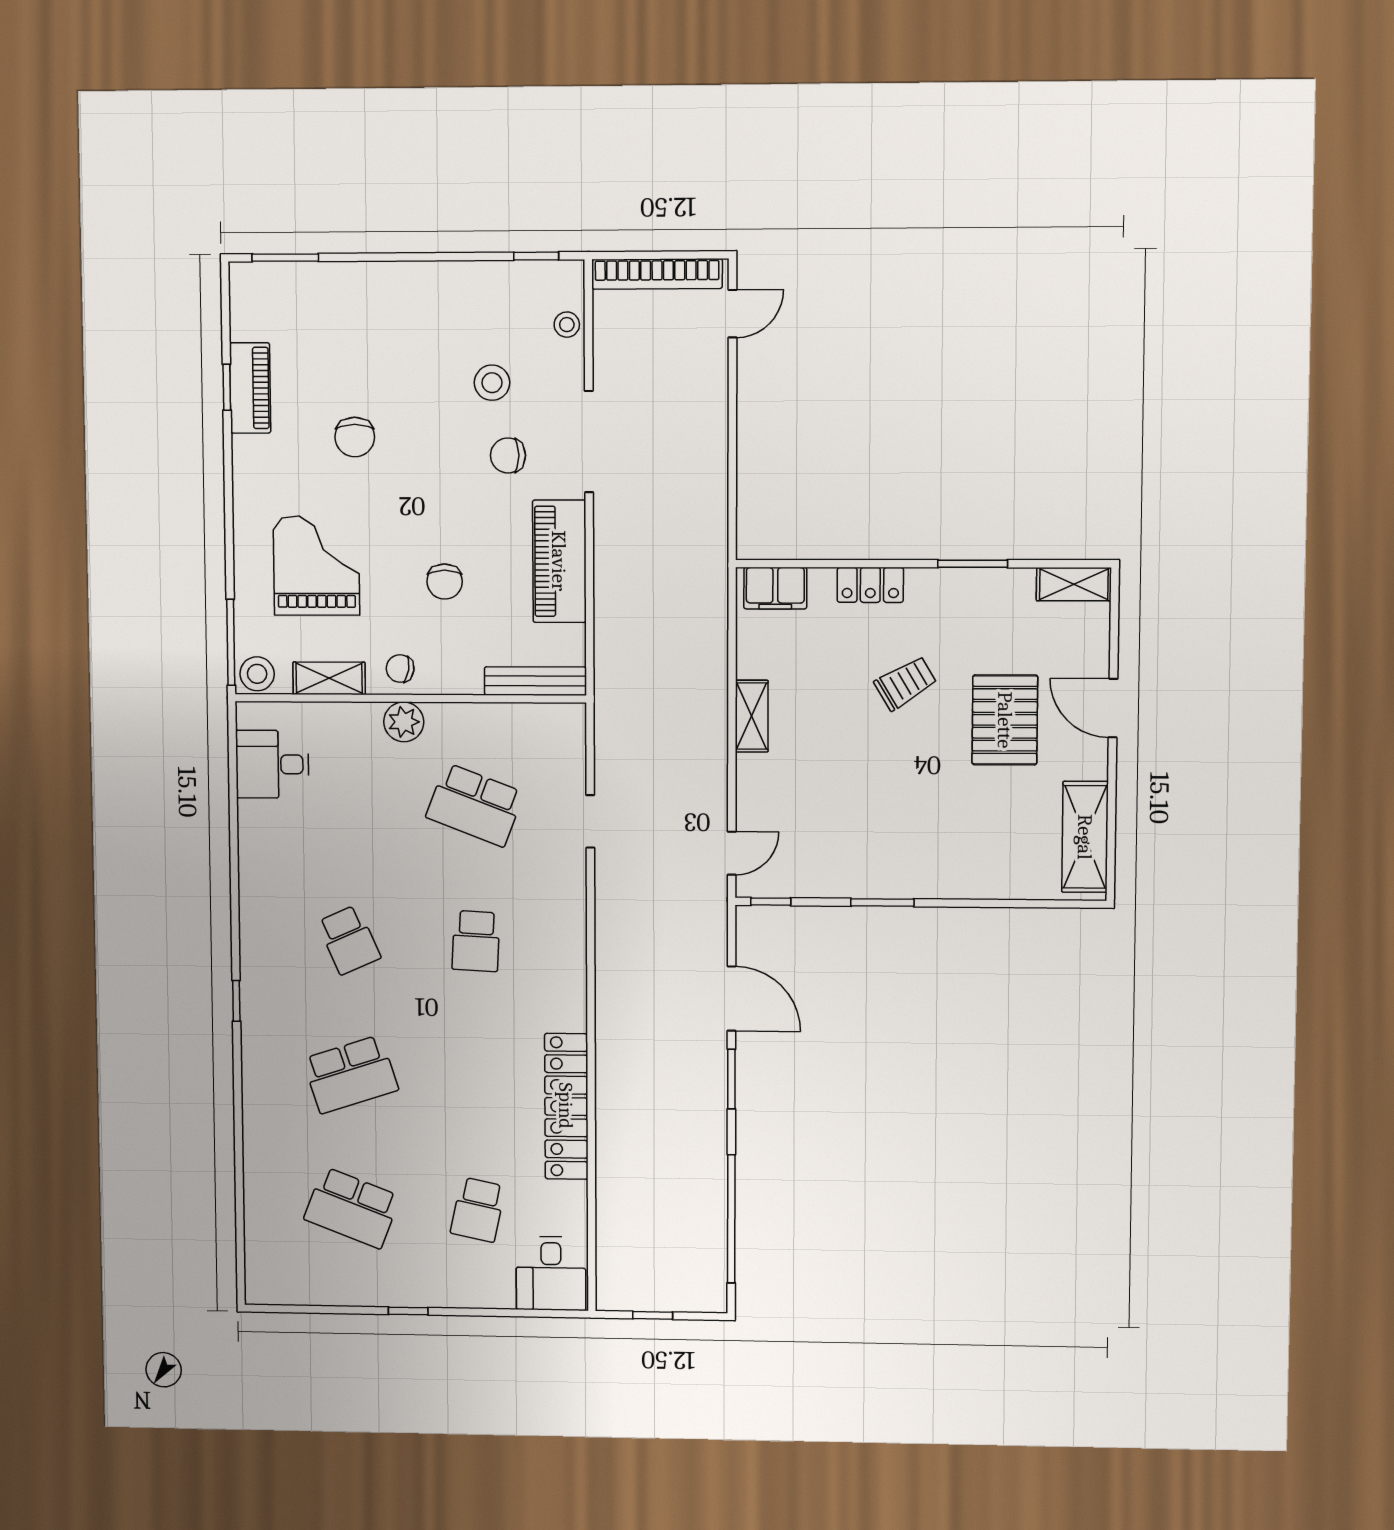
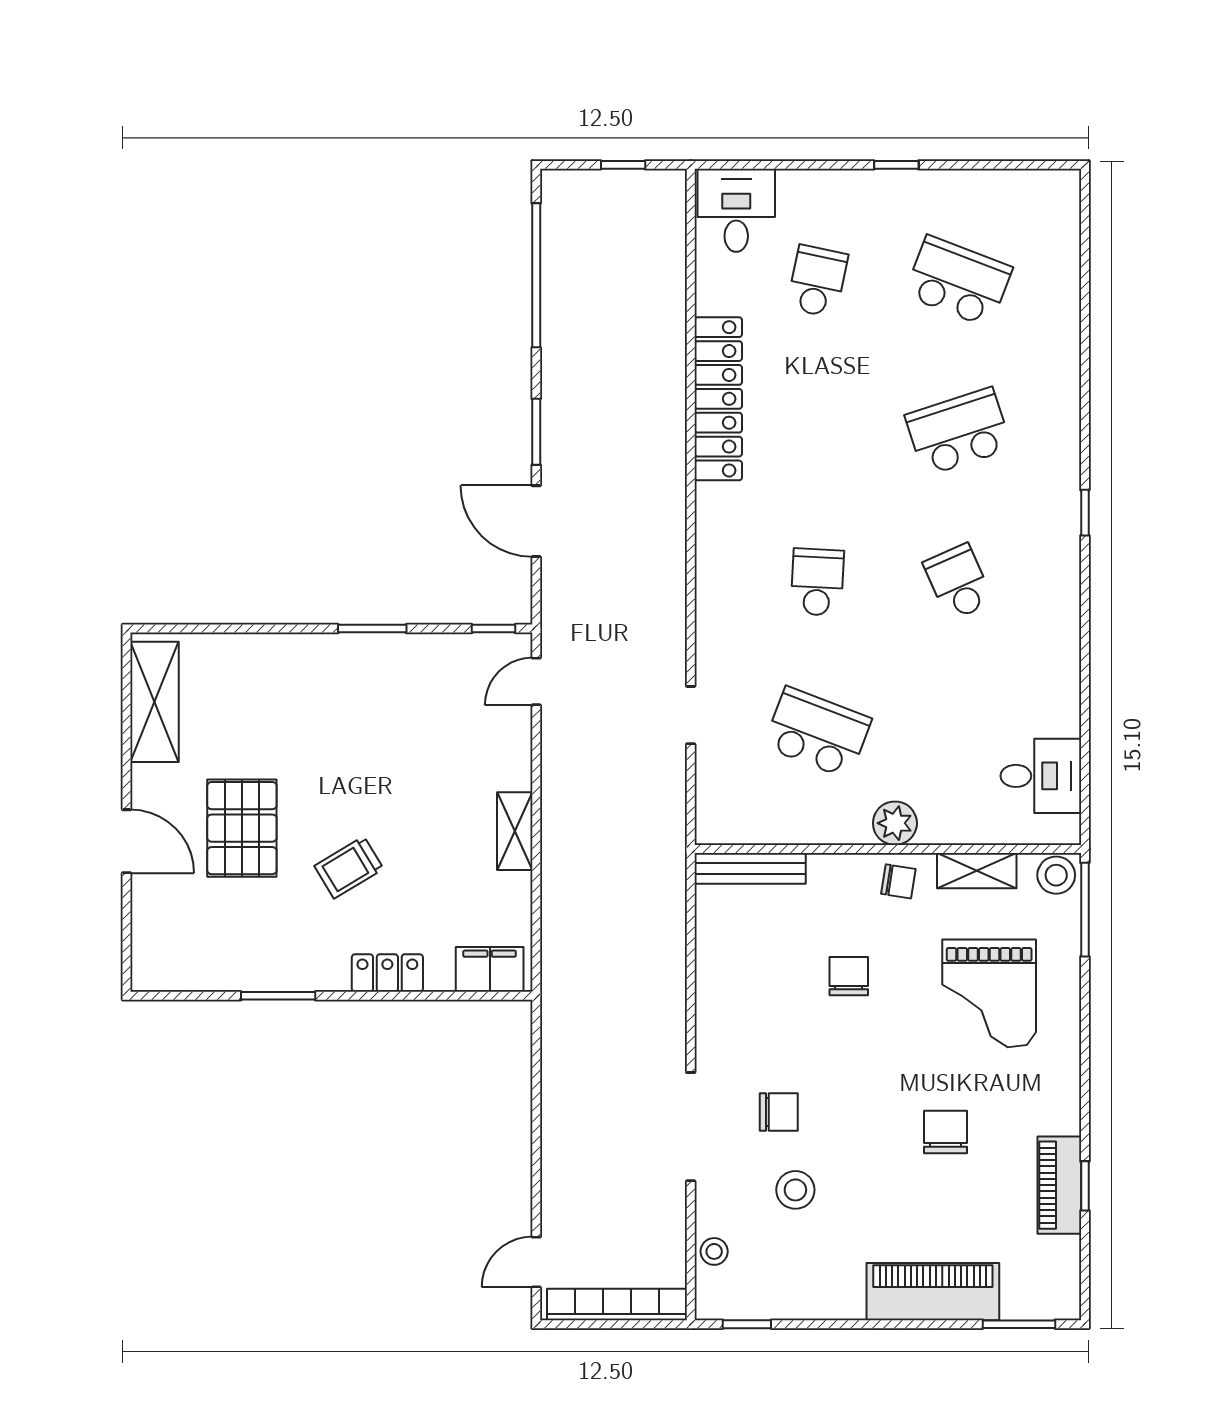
piano: (559, 561) -> (933, 1292), moved, turned -90
shelving: (1074, 584) -> (170, 974), removed

